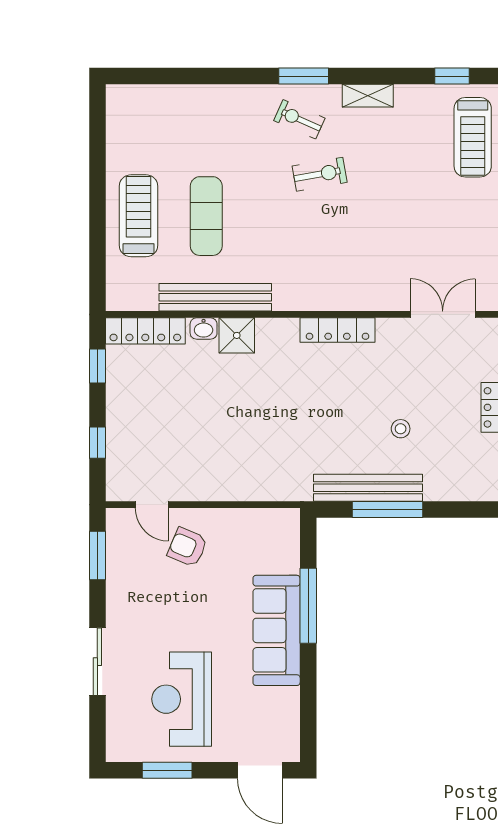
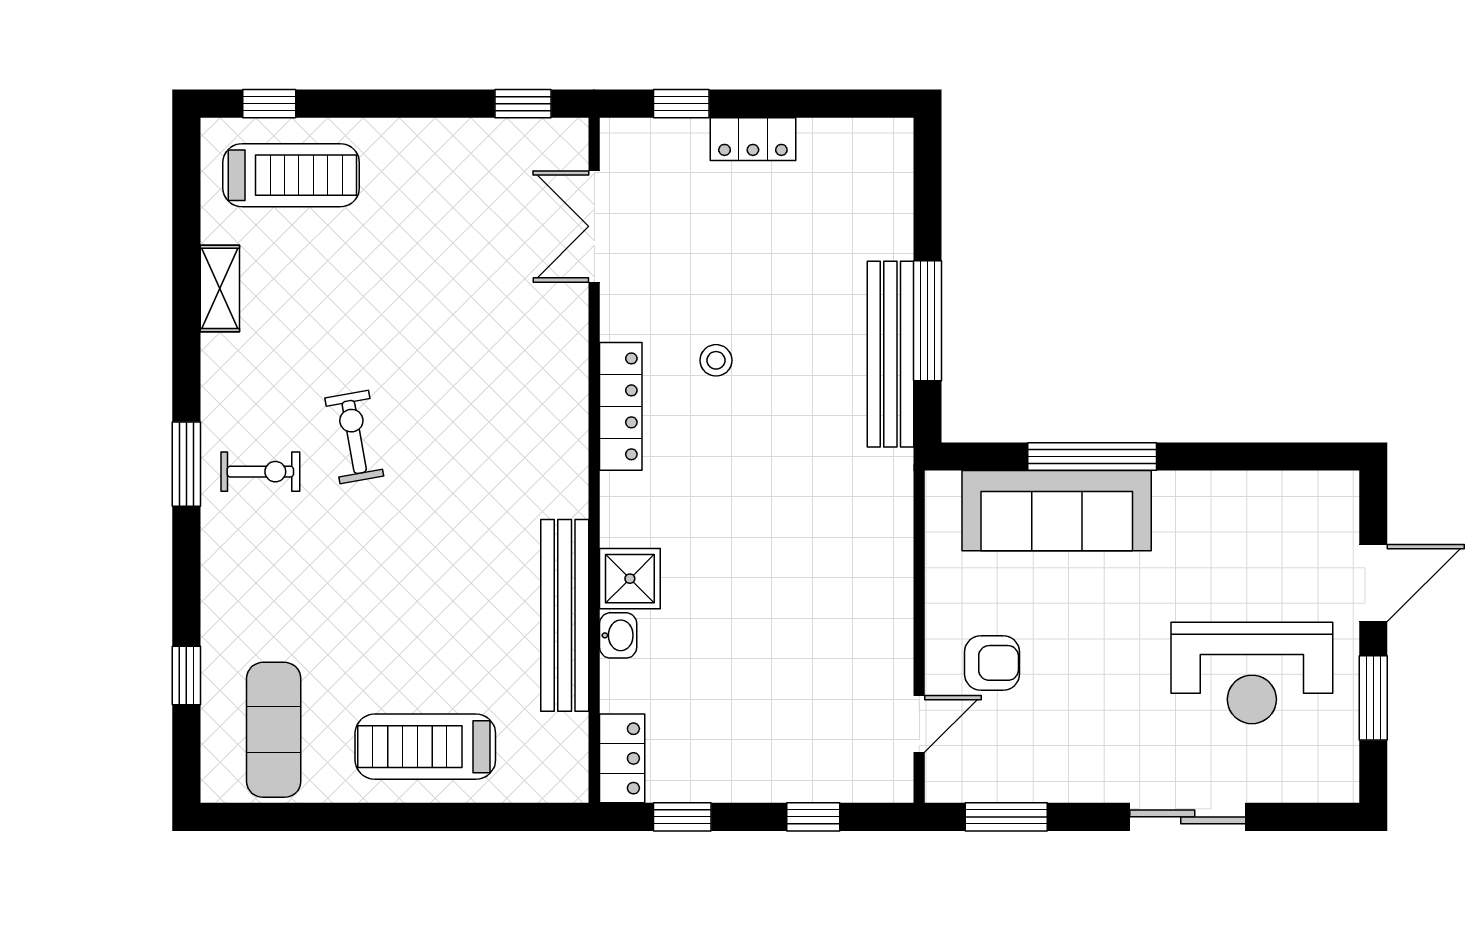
window: (452, 76) -> (186, 676), moved
shelving: (368, 96) -> (220, 288), moved
exercise bike: (299, 119) -> (260, 472), turned -114
exercise mat: (206, 216) -> (274, 730), moved, turned 90
locker: (145, 331) -> (622, 758), width x0.66
stool: (401, 429) -> (716, 360), moved
armchair: (187, 547) -> (992, 663), turned -113
sofa: (277, 630) -> (1057, 511), moved
door: (260, 770) -> (1373, 583), moved

